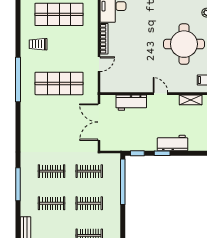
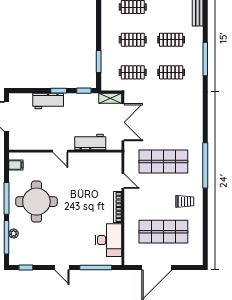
door: (99, 64) -> (123, 181), swing flipped
shelving: (191, 100) -> (110, 98), moved
window: (123, 182) -> (99, 62), width x0.47

